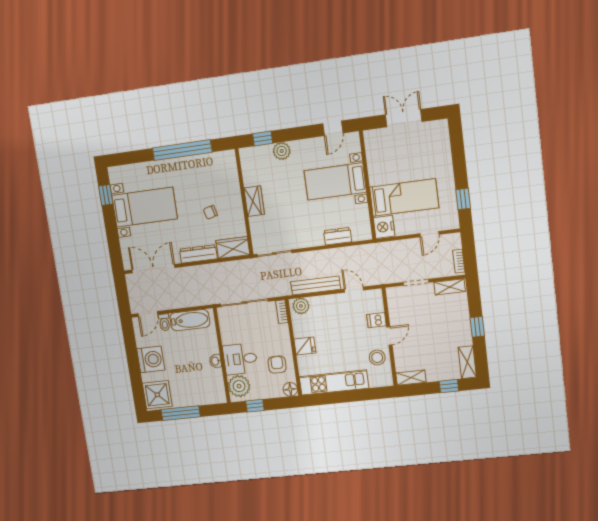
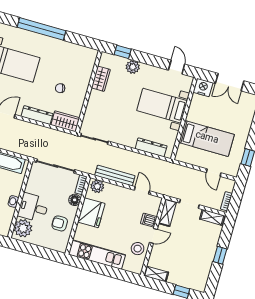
double door: (404, 118) -> (230, 82), swing flipped
door: (333, 128) -> (177, 67), swing flipped
window: (182, 150) -> (41, 29), moved
wardrobe: (254, 201) -> (101, 79), moved
nightstand: (384, 227) -> (203, 87), moved, turned 90
door: (429, 234) -> (214, 173), hinge flipped
dresser: (338, 236) -> (151, 147), width x1.44
fridge: (305, 346) -> (91, 213), width x1.88, depth x1.34
shelving: (467, 362) -> (167, 213), moved
armchair: (277, 365) -> (60, 223), turned -90
floor lamp: (290, 389) -> (75, 200), moved
window: (255, 406) -> (28, 248), removed

